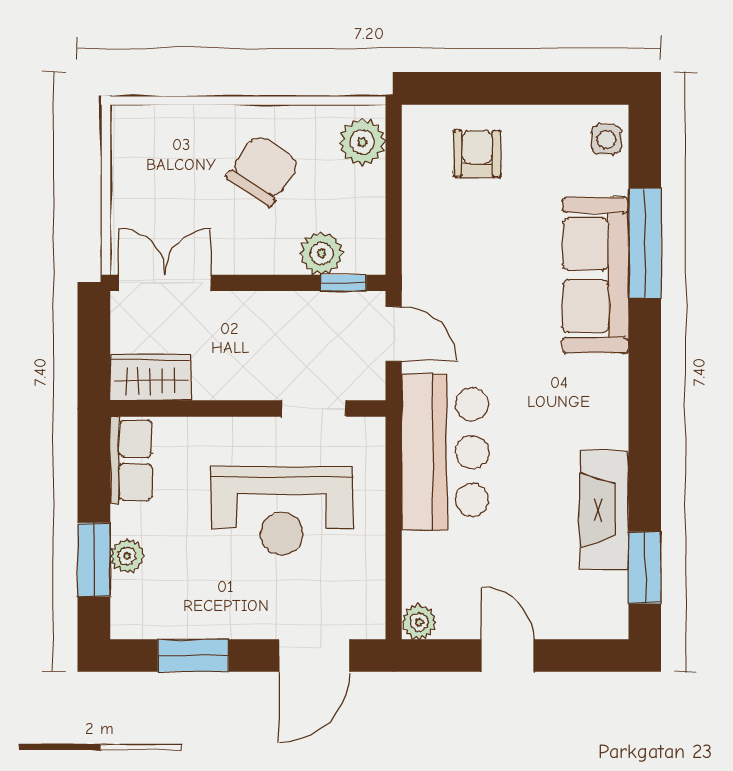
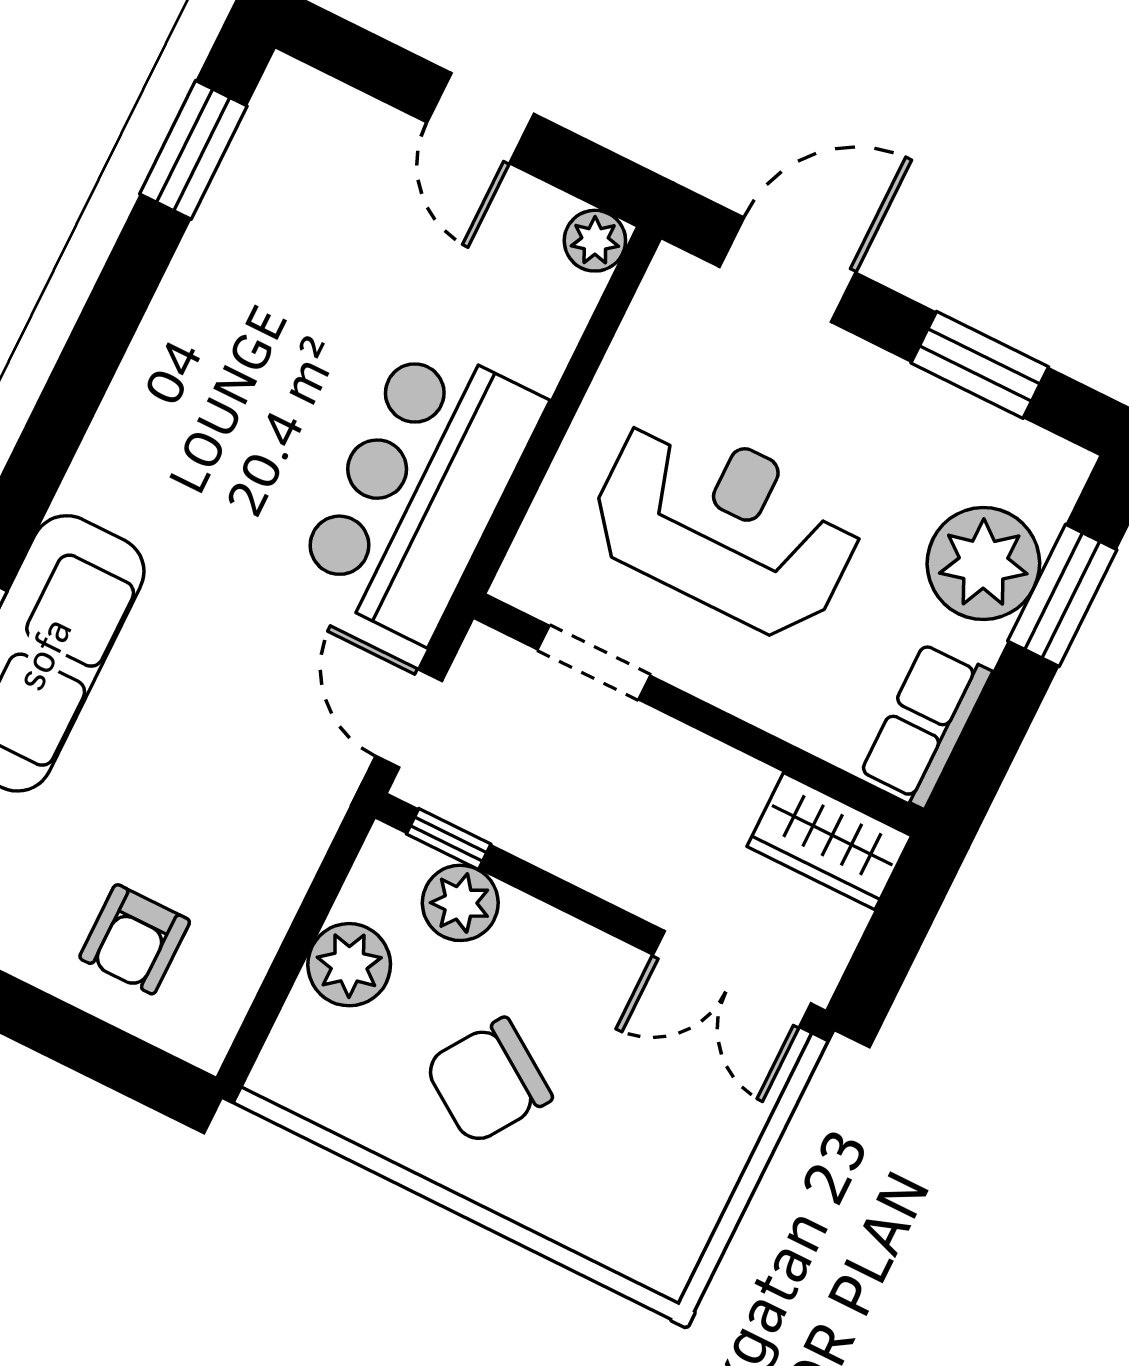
plant: (362, 142) -> (349, 965), moved
fireplace: (604, 510) -> (212, 273), removed
plant: (127, 556) -> (983, 563), width x1.87, depth x1.87

